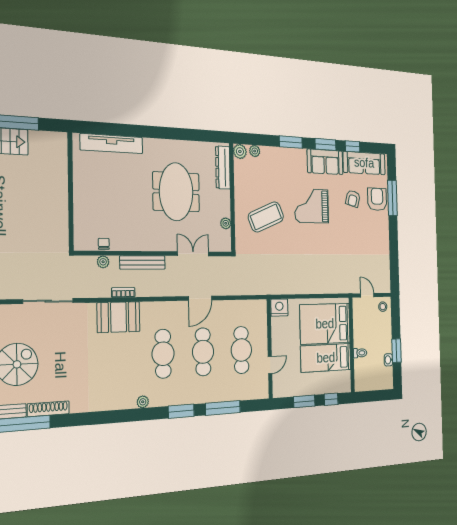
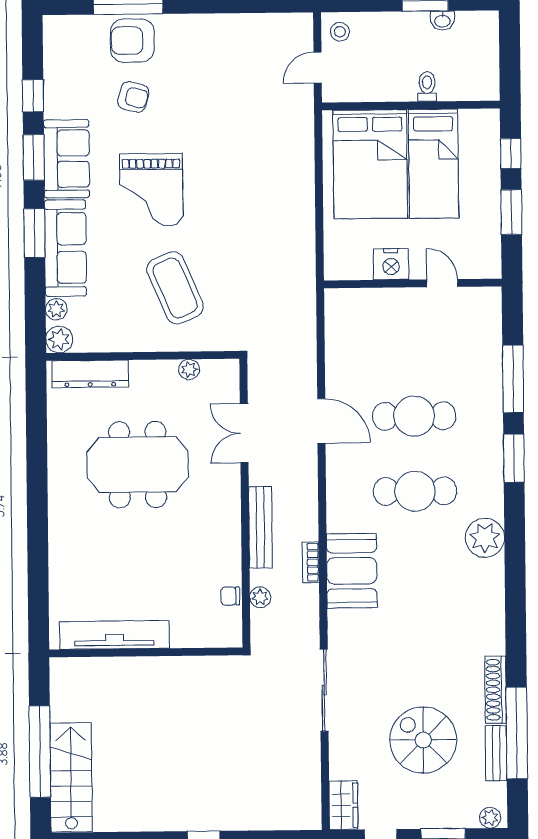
tv unit: (112, 144) -> (114, 635), moved, turned -90
sofa: (364, 163) -> (65, 248), moved
nightstand: (279, 308) -> (391, 264), moved, turned -90
cafe table: (241, 350) -> (413, 341), removed
plant: (143, 402) -> (485, 538), width x1.88, depth x1.88

